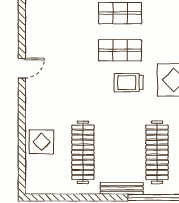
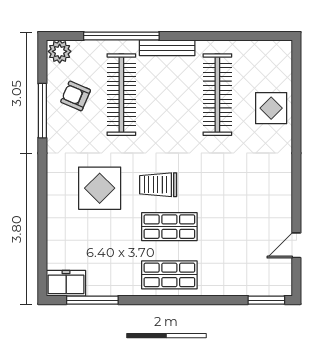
door: (22, 68) -> (296, 245), moved
trolley: (129, 83) -> (158, 185), turned 180

